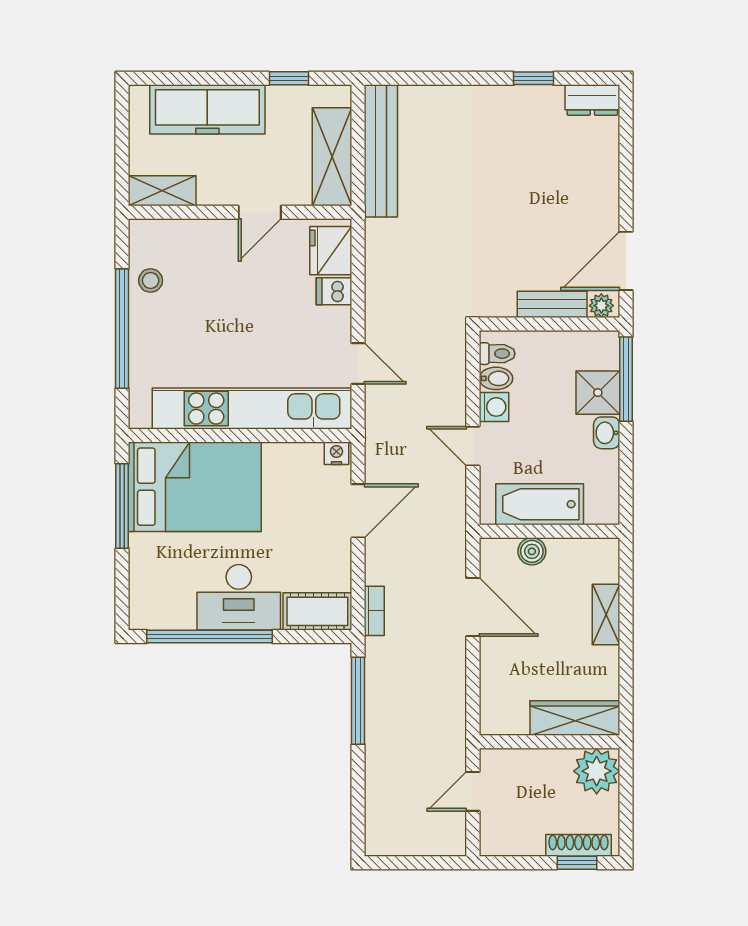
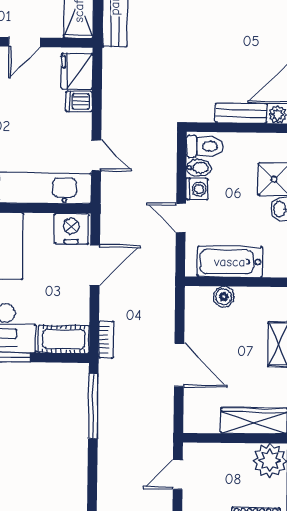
toilet: (497, 354) -> (205, 146), width x1.37, depth x1.39
nightstand: (336, 453) -> (71, 229), width x1.89, depth x1.79
door: (473, 607) -> (179, 365), moved

